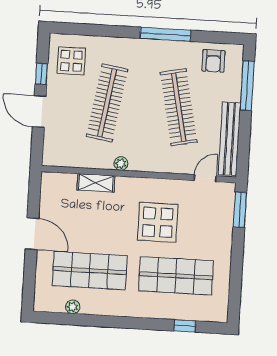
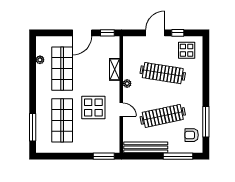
window: (166, 34) -> (206, 122), moved
door: (205, 178) -> (121, 109), moved
window: (34, 191) -> (107, 33), added
window: (185, 326) -> (33, 127), width x2.17

